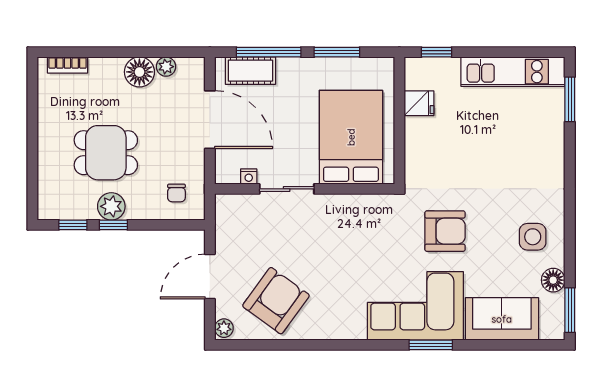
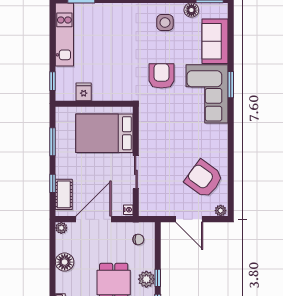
window: (269, 52) -> (53, 183), width x0.46
plant: (166, 67) -> (61, 228), moved
nightstand: (249, 177) -> (128, 210), moved

